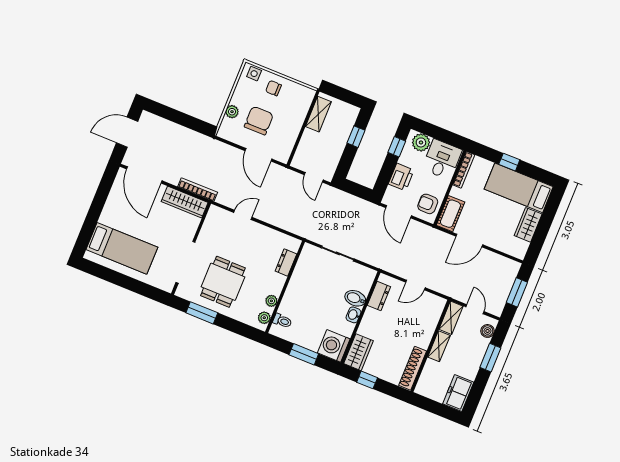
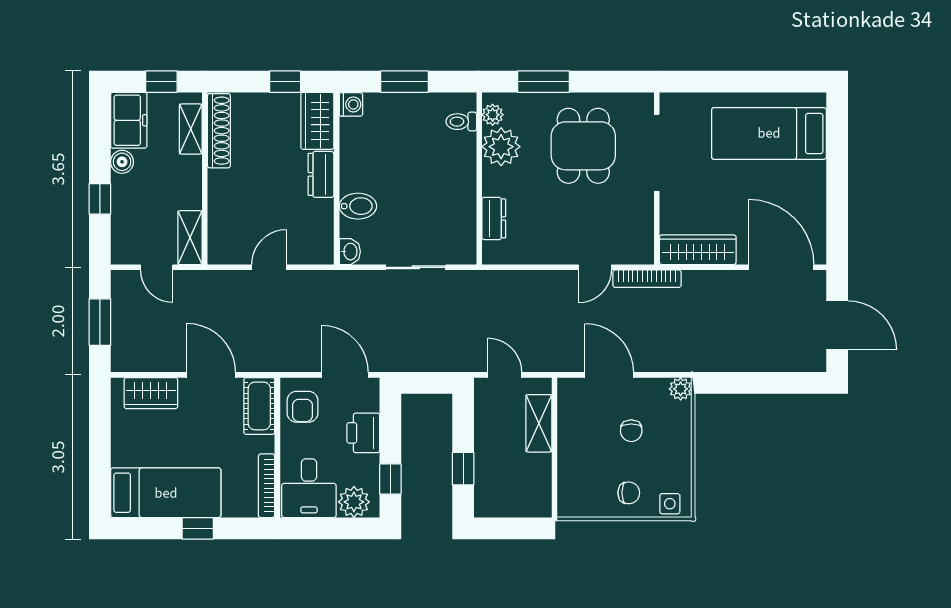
plant: (232, 112) -> (681, 389), moved
shelving: (318, 114) -> (539, 423), moved
chair: (259, 121) -> (631, 431), width x0.54, depth x0.54
door: (127, 132) -> (837, 325), hinge flipped
bookcase: (198, 190) -> (647, 279), moved
armchair: (428, 204) -> (302, 407), turned 90
wardrobe: (528, 225) -> (151, 393), moved, turned 90
door: (469, 240) -> (211, 375), hinge flipped
dresser: (379, 296) -> (321, 174), moved
plant: (271, 301) -> (501, 147), width x1.88, depth x1.88
window: (202, 313) -> (544, 82), moved
washbasin: (353, 315) -> (350, 252), moved
boiler: (488, 331) -> (122, 162), moved
washing machine: (334, 346) -> (351, 104), width x0.53, depth x0.53
shelving: (439, 346) -> (191, 129), moved
window: (490, 358) -> (100, 199), width x0.67
window: (433, 406) -> (161, 82), added

